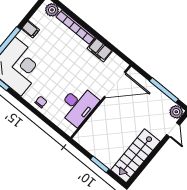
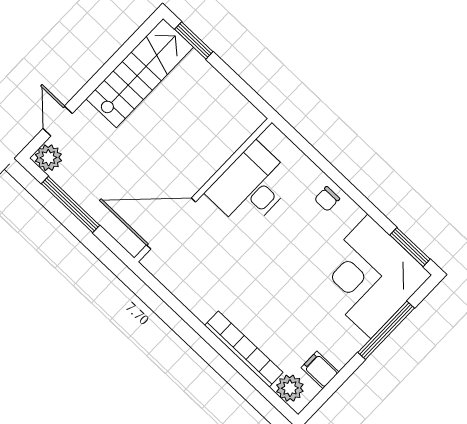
filing cabinet: (30, 29) -> (320, 370), moved
filing cabinet: (100, 50) -> (197, 298), removed
window: (100, 164) -> (194, 40), moved

